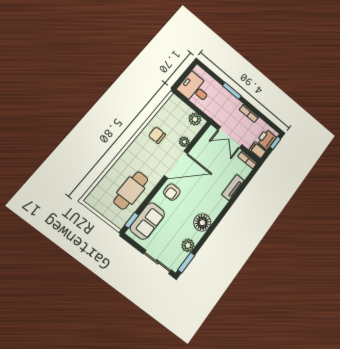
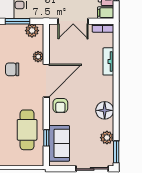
window: (190, 104) -> (17, 21), added
window: (132, 220) -> (46, 138), moved

